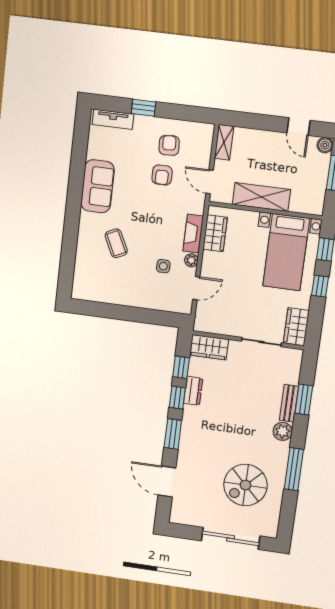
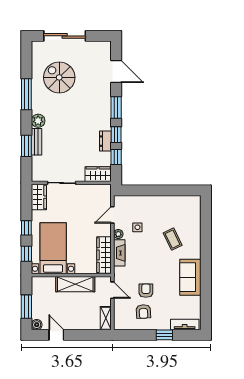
wardrobe: (215, 233) -> (104, 255), width x1.50
spiral stairs: (245, 485) -> (59, 77), turned -90

